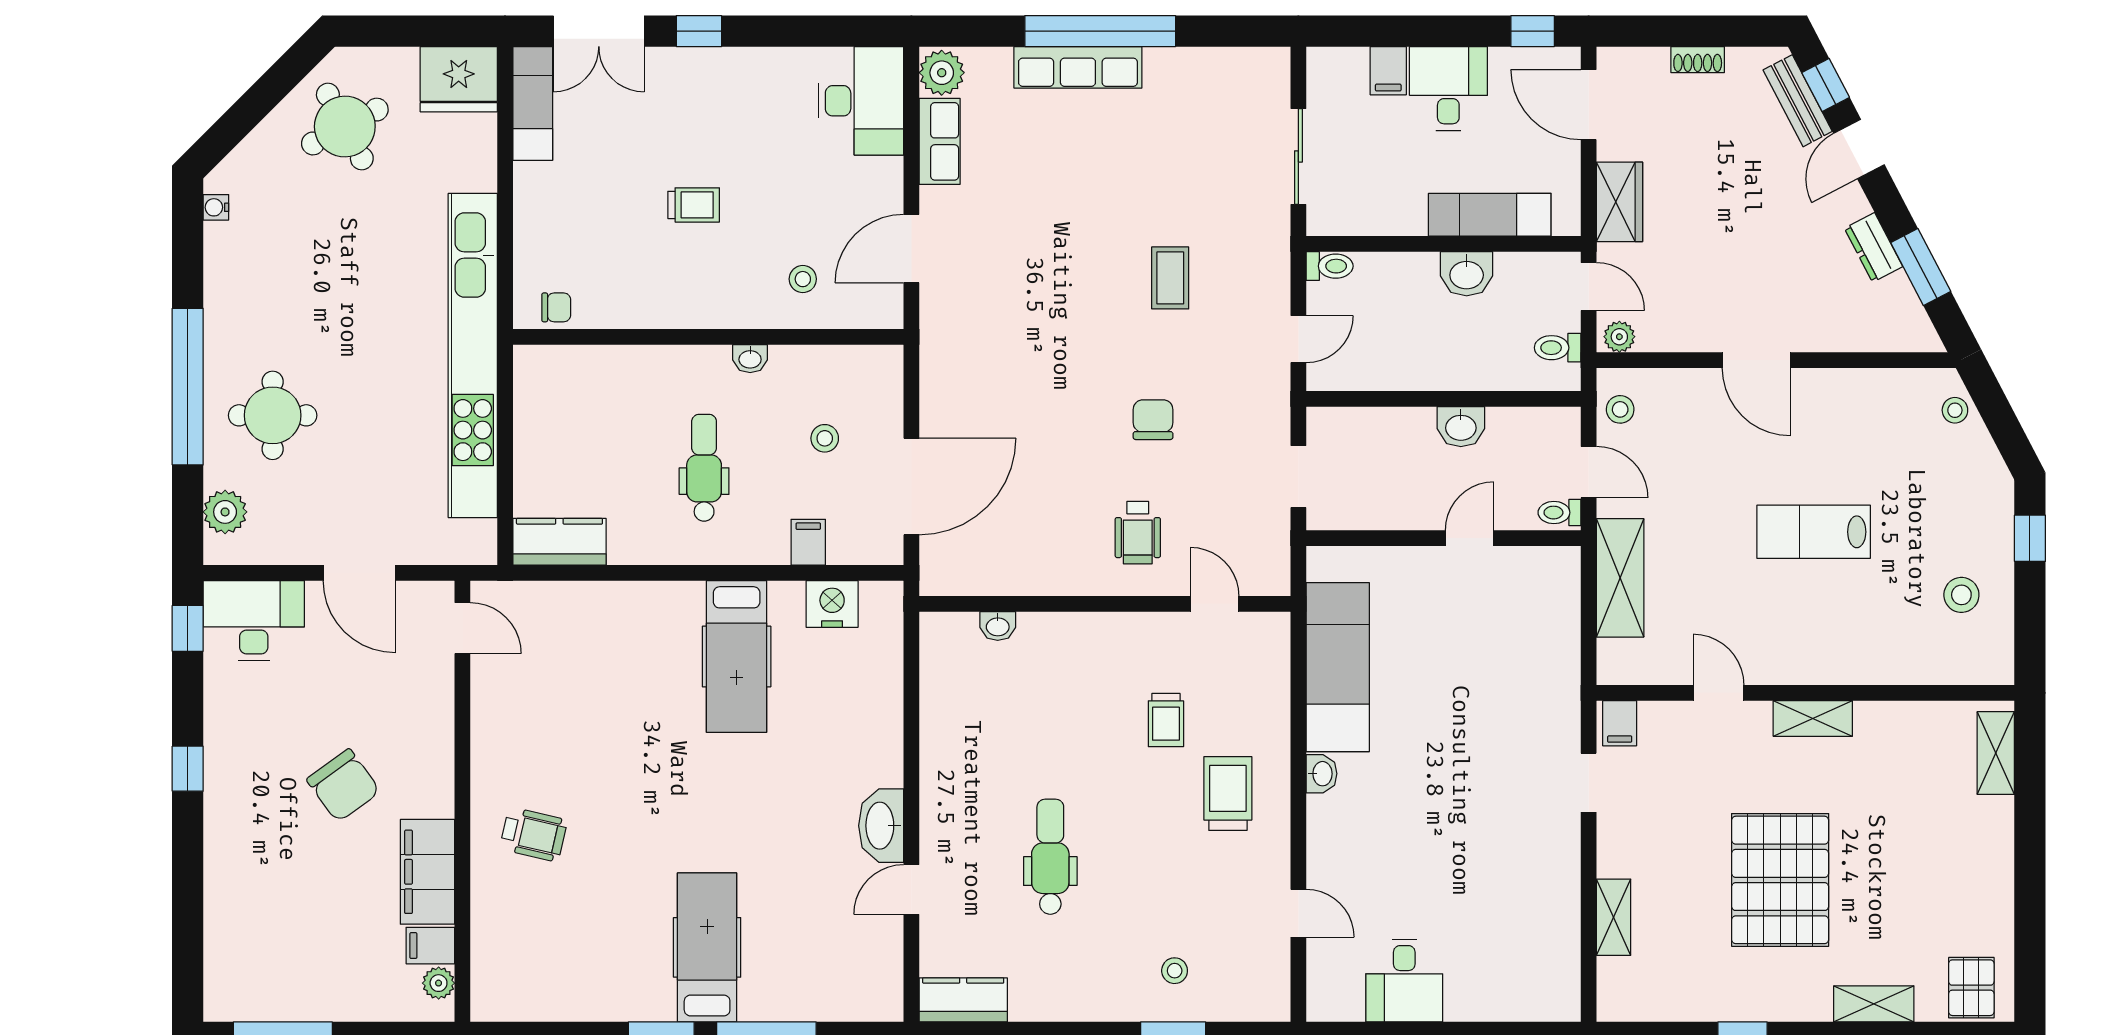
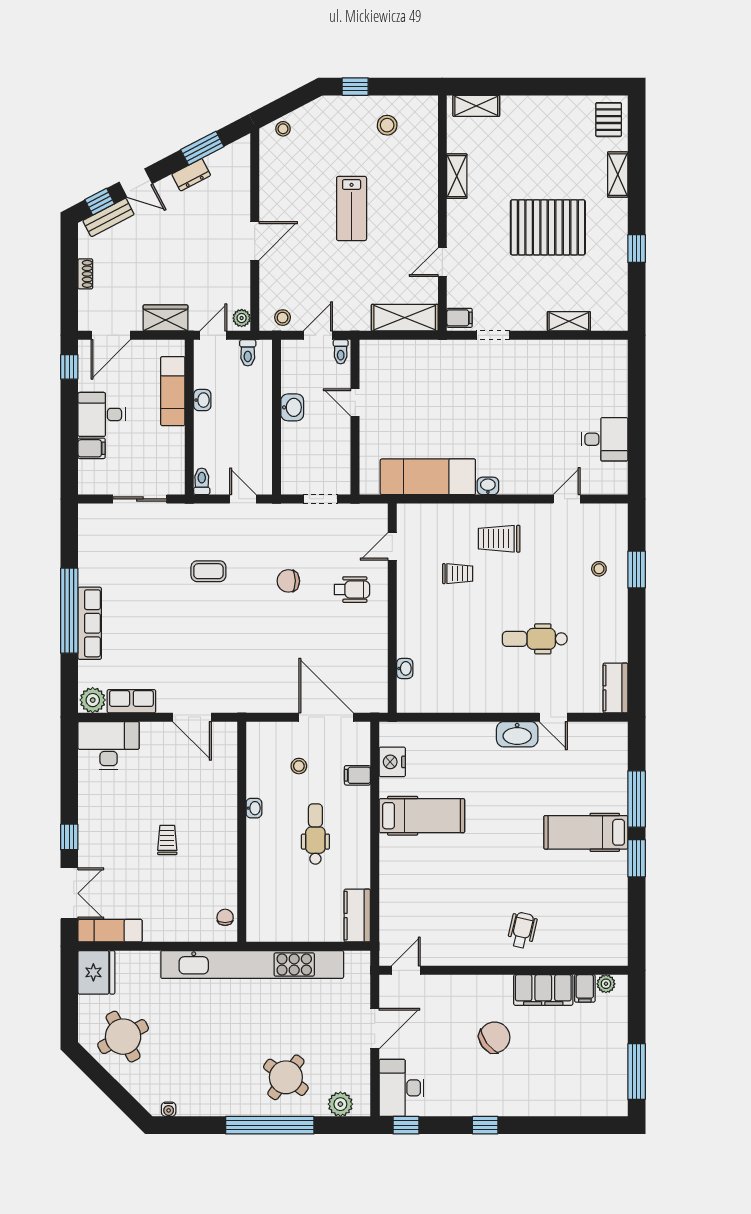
washbasin: (1467, 274) -> (202, 400), width x0.72, depth x0.69
stool: (803, 279) -> (209, 778), removed
round table: (273, 415) -> (286, 1077), turned 36
dental chair: (704, 468) -> (315, 834), turned 90
shelving: (1620, 578) -> (405, 318), moved
shelving: (1813, 718) -> (457, 176), moved
pallet: (1971, 988) -> (609, 120), turned 90

